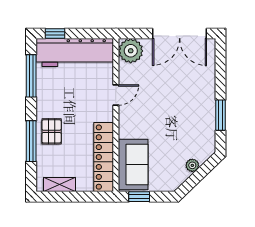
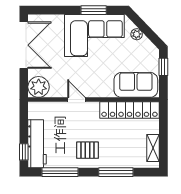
workbench: (75, 53) -> (37, 144), width x0.73, depth x0.76
corner sofa: (191, 116) -> (94, 35), added
pallet: (52, 131) -> (87, 150), moved
window: (139, 197) -> (163, 67), moved

